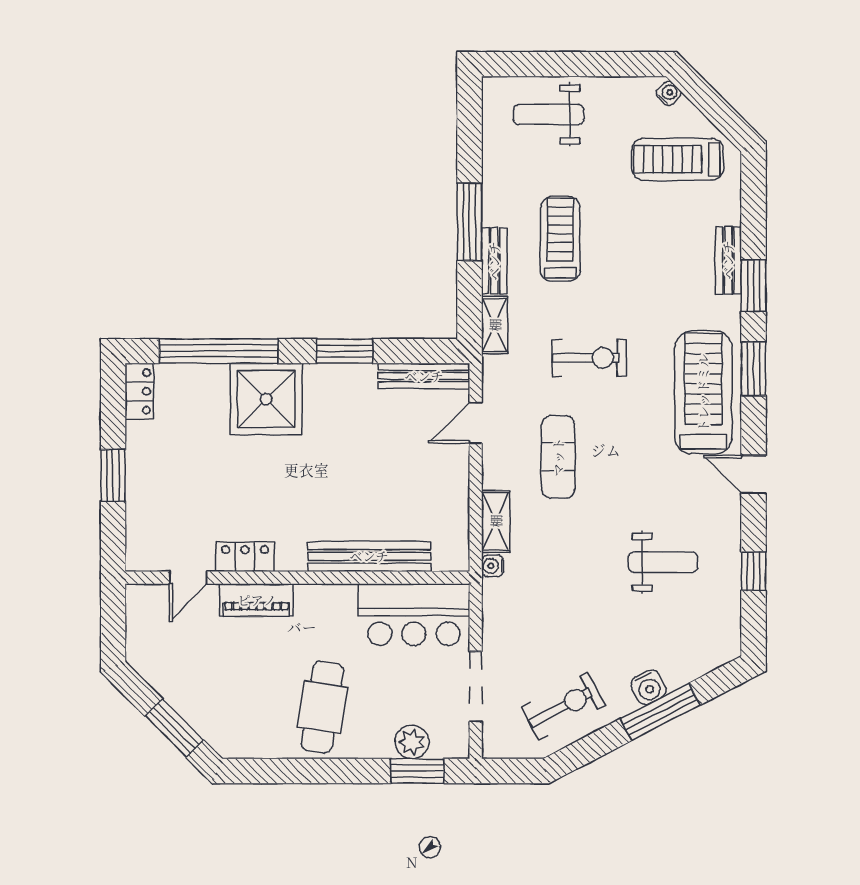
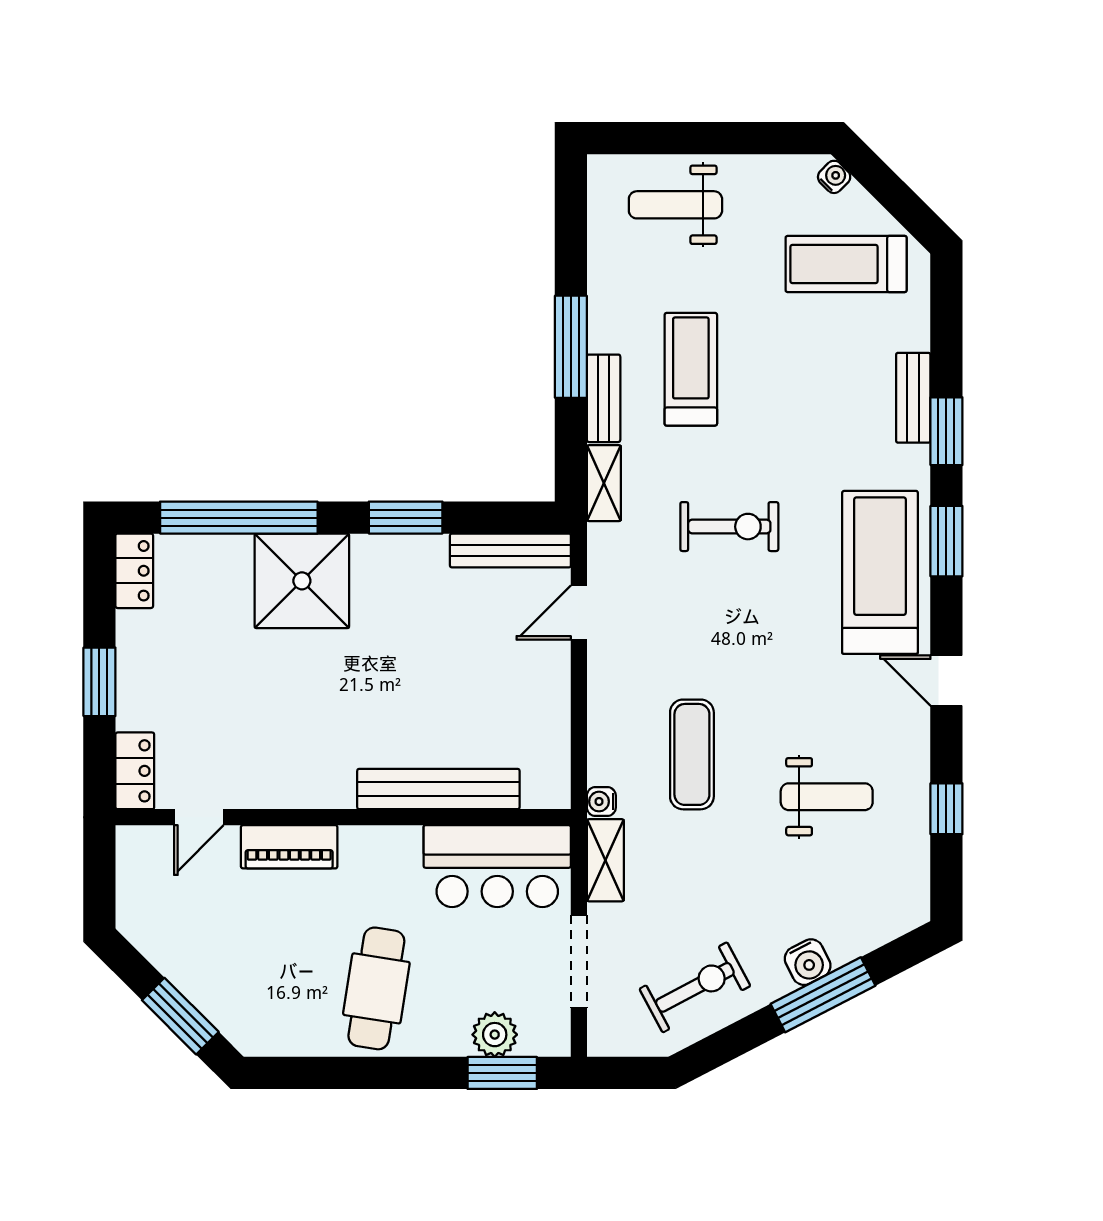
exercise mat: (558, 457) -> (692, 754), moved
shelving: (496, 521) -> (605, 860), moved
locker: (245, 557) -> (135, 771), moved, turned 90

